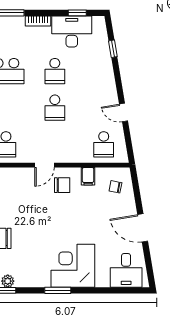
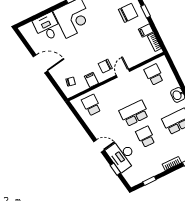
desk: (72, 31) -> (122, 155), moved, turned 81
school desk: (55, 108) -> (134, 113), width x1.85
door: (124, 113) -> (99, 146), moved
desk: (126, 270) -> (47, 27), moved

